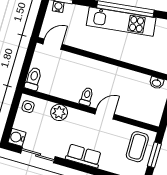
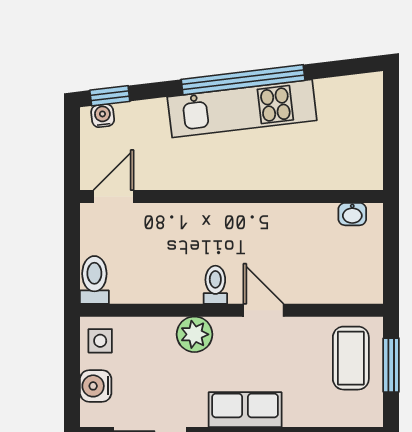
plant: (59, 112) -> (194, 334), moved
door: (105, 114) -> (263, 310), hinge flipped
water cooler: (17, 137) -> (96, 386), moved

